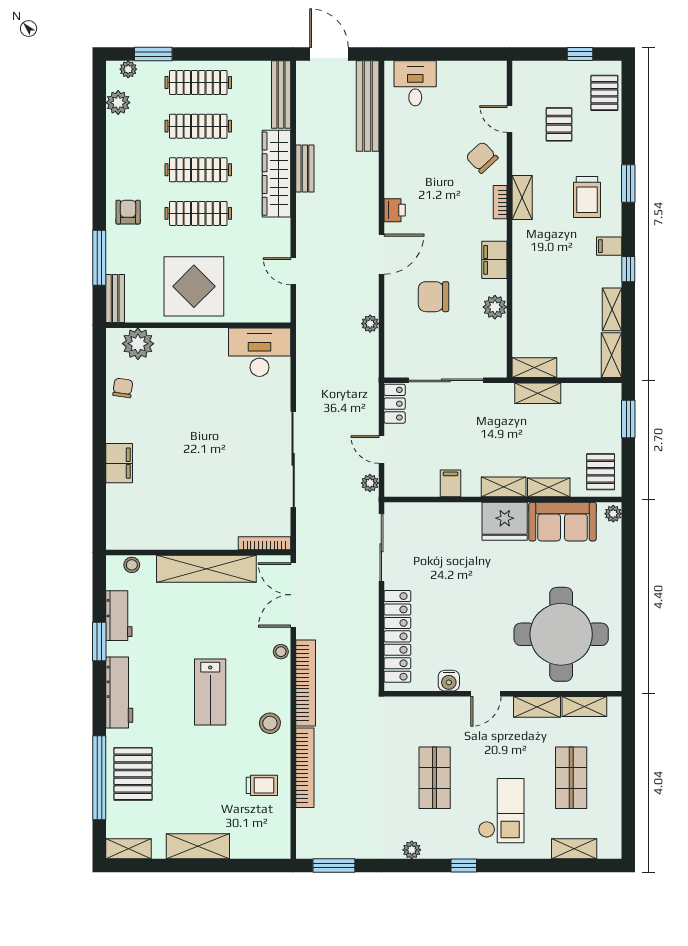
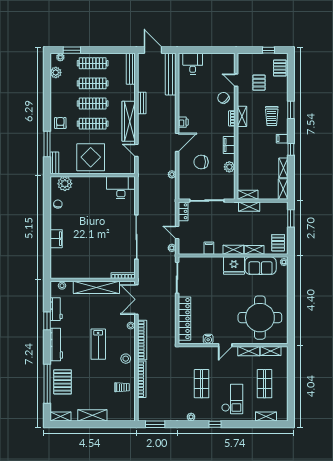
wardrobe: (276, 174) -> (129, 121), moved

